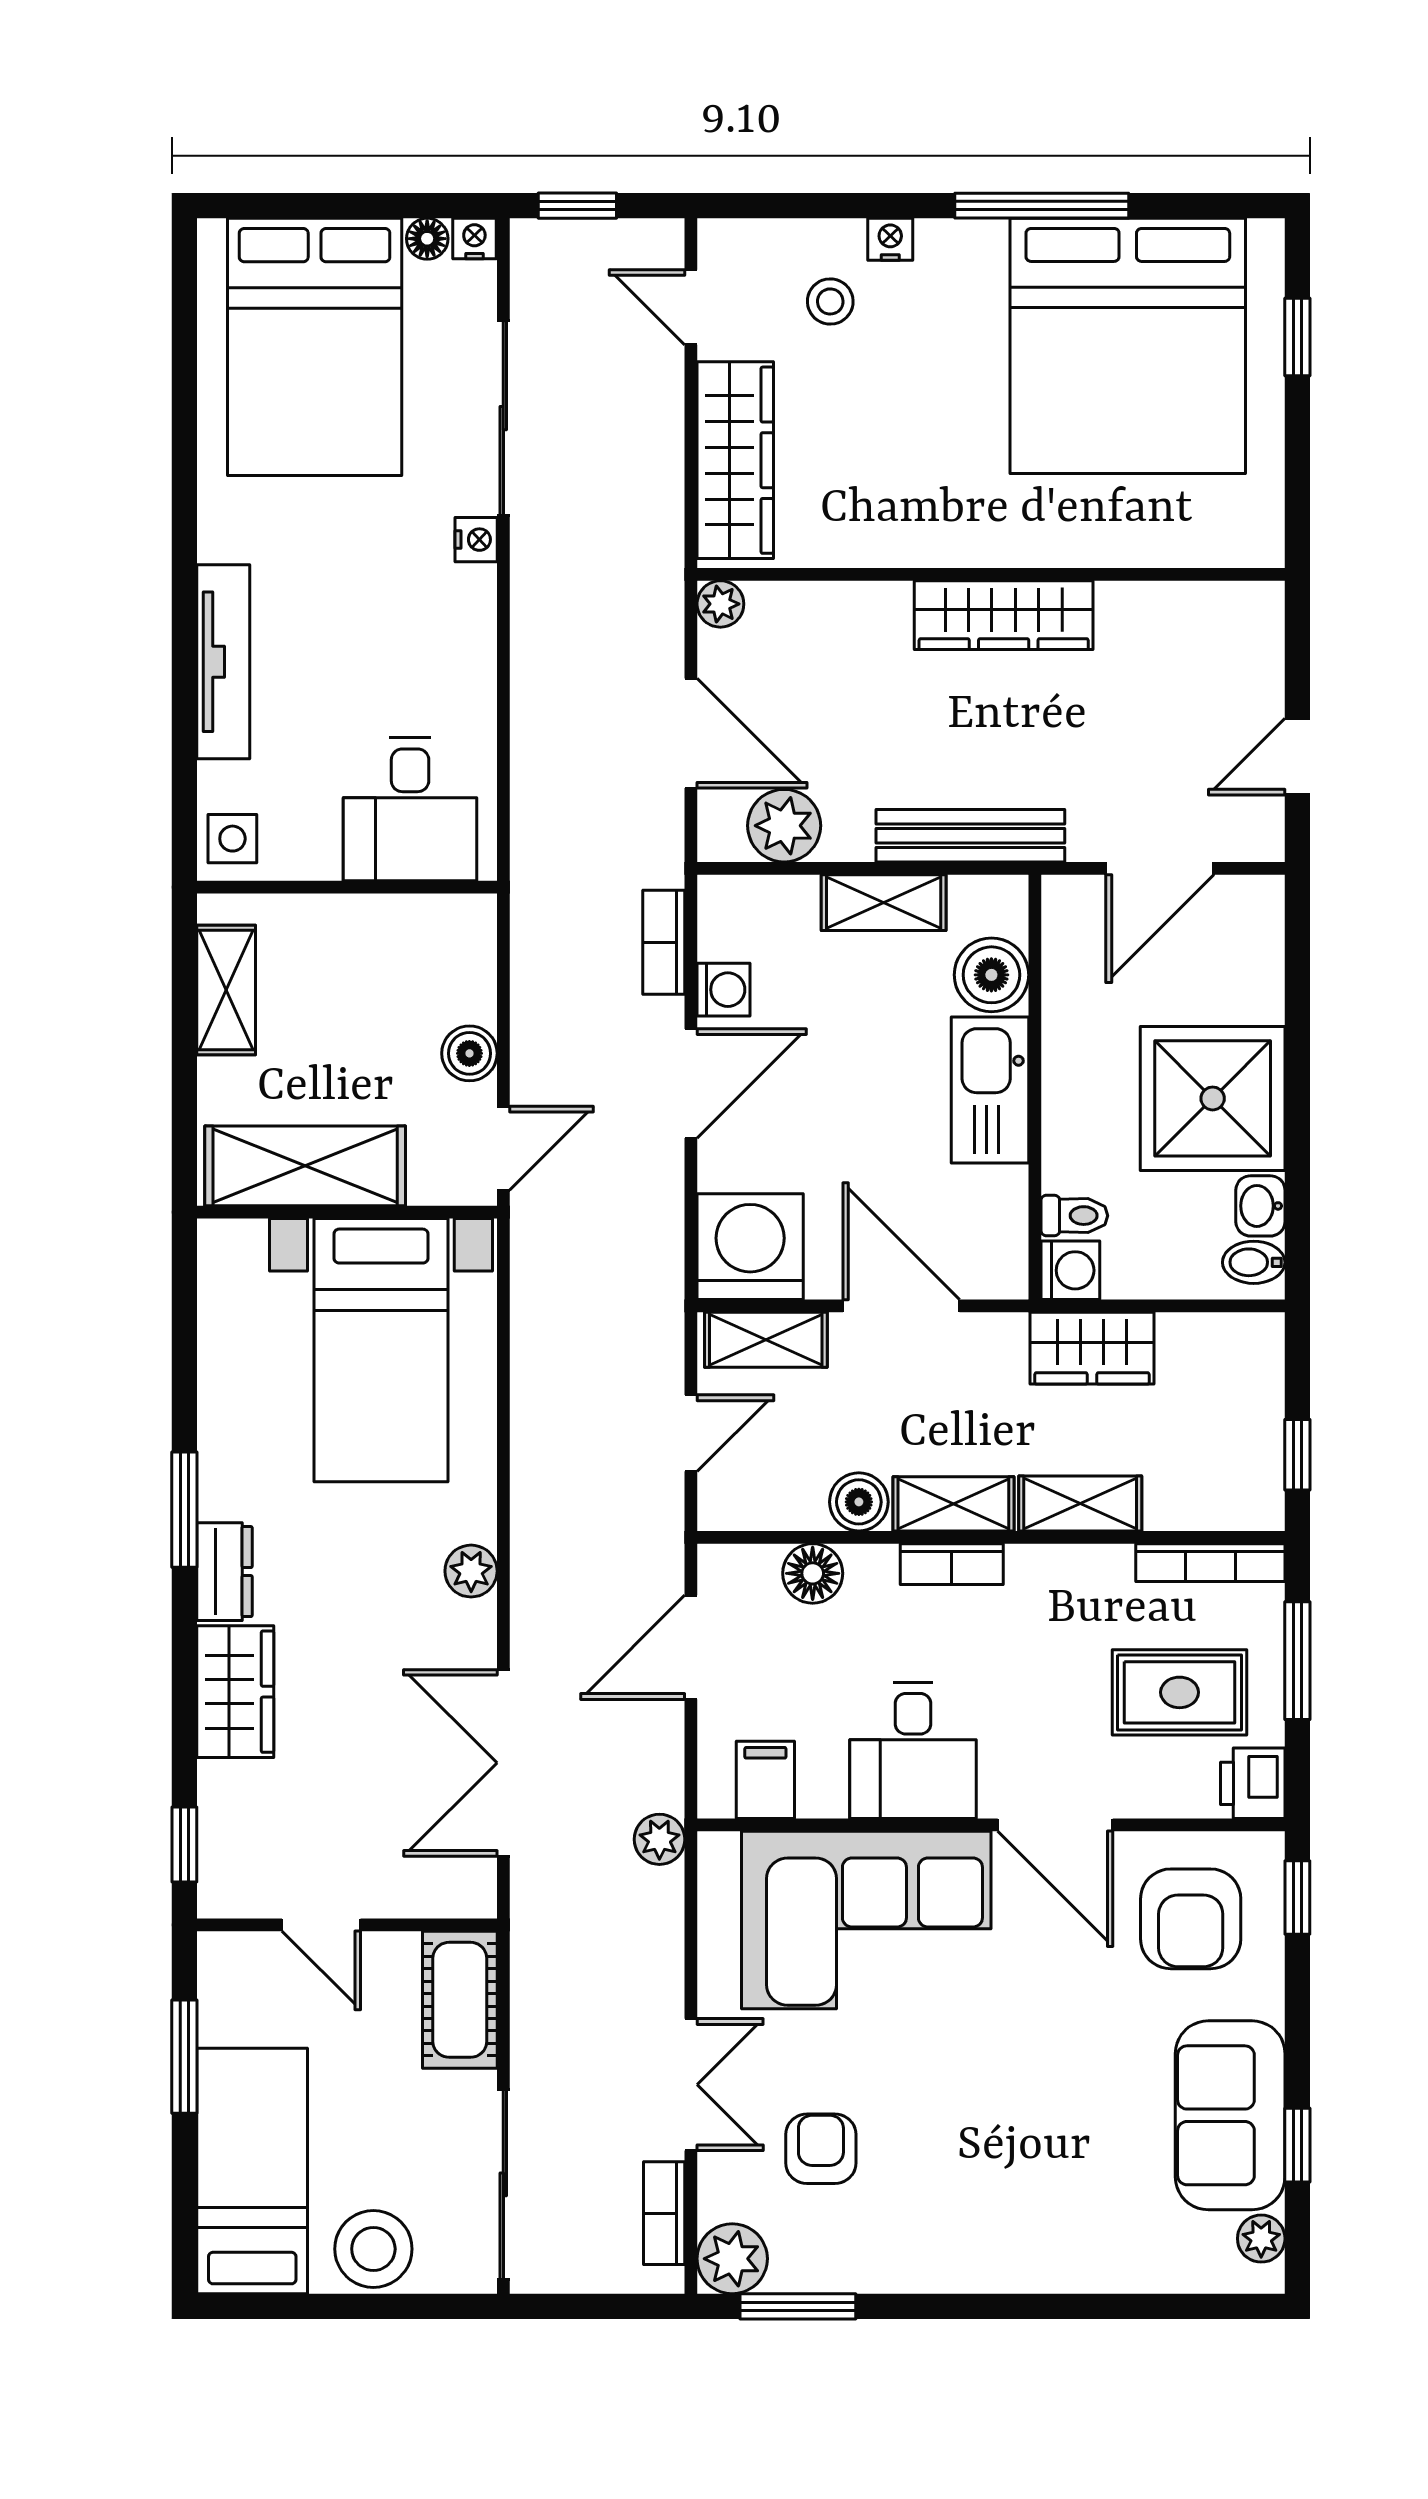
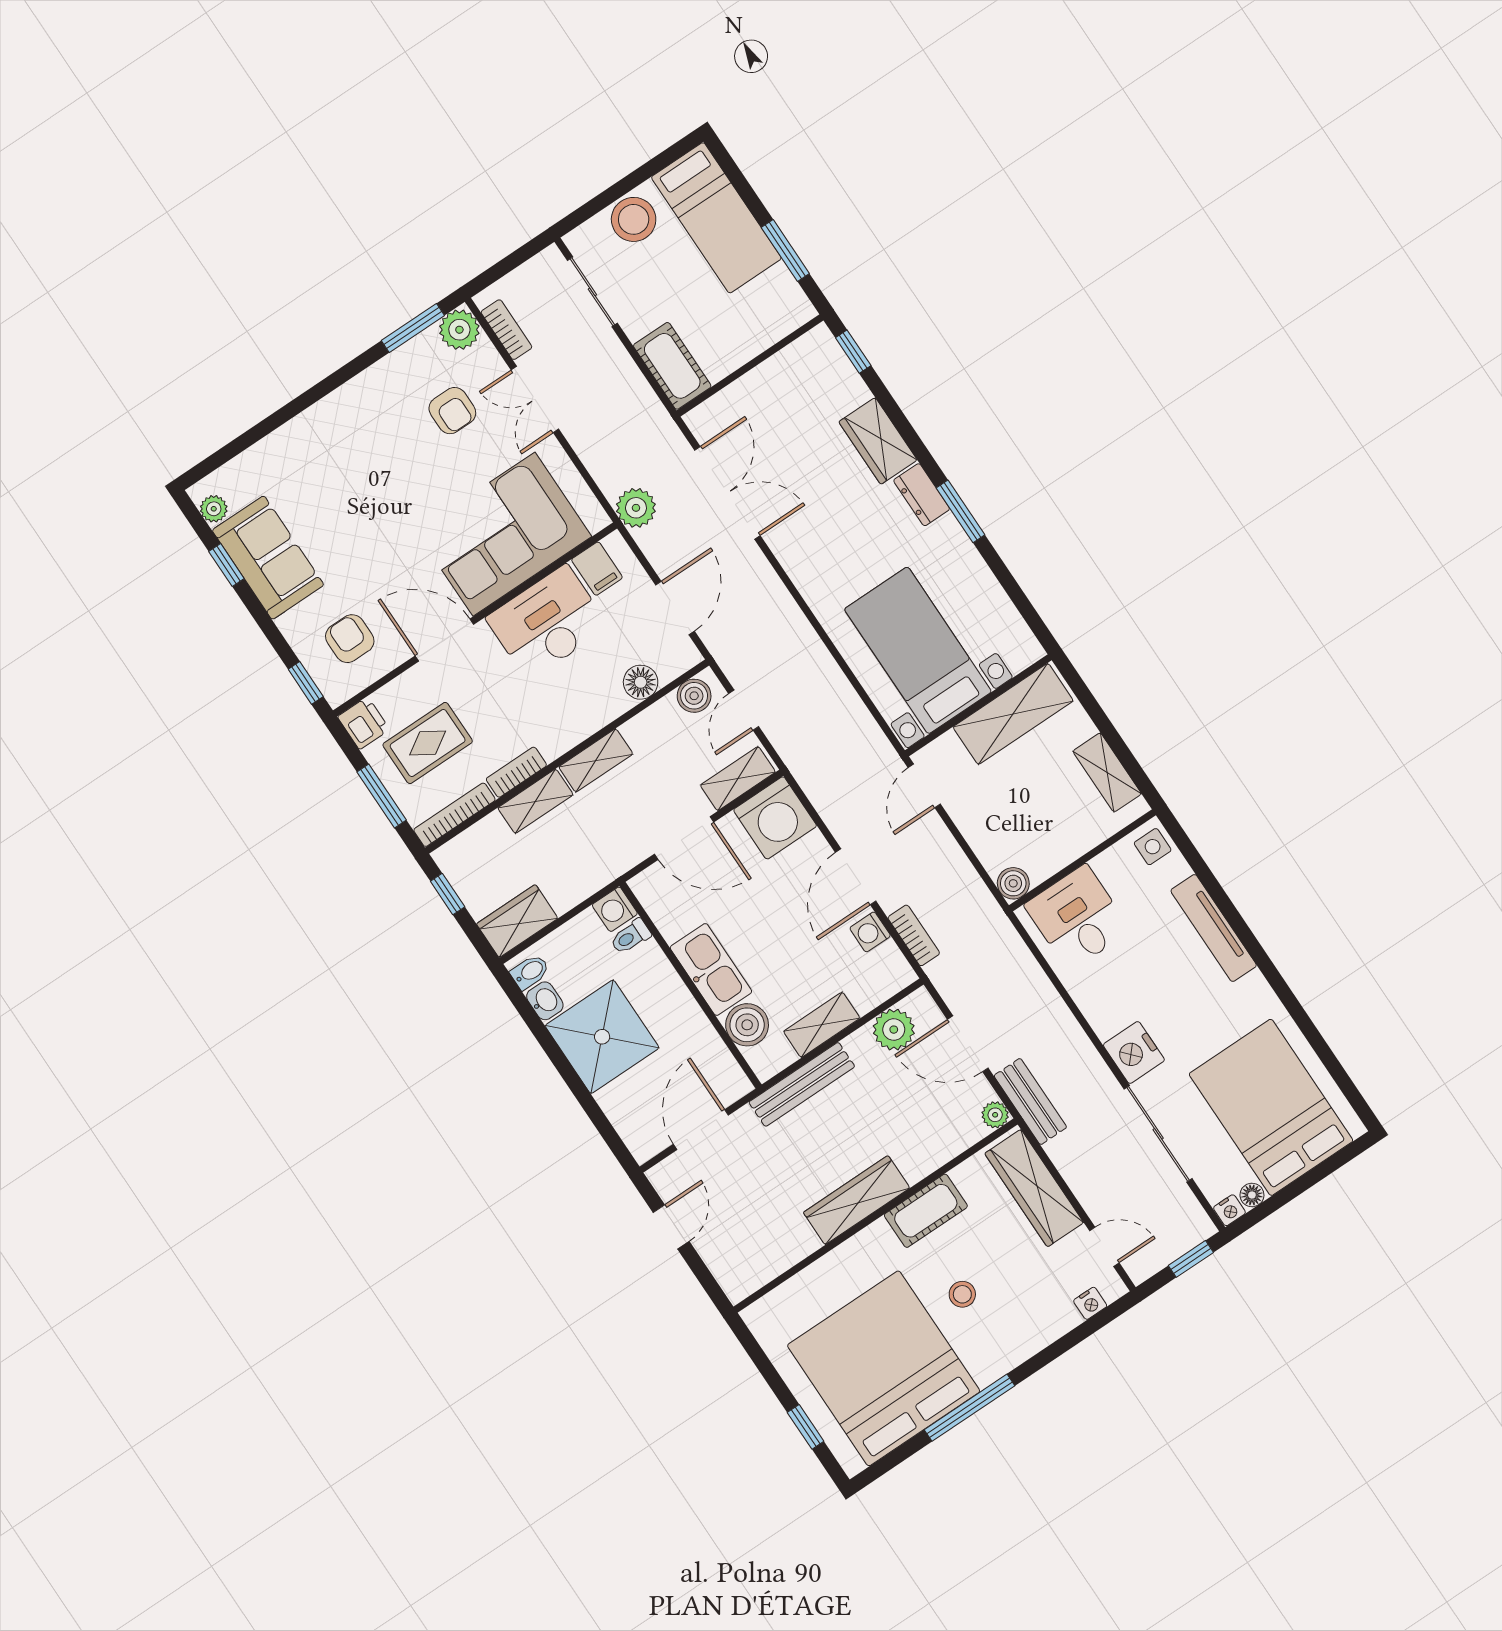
nightstand: (890, 239) -> (1090, 1303), moved
stool: (830, 301) -> (962, 1294), moved
cot: (914, 533) -> (926, 1211), added
nightstand: (476, 540) -> (1134, 1052), width x1.89, depth x1.79
bench: (657, 589) -> (1030, 1101), added
boiler: (469, 1053) -> (1013, 883), moved
wardrobe: (1092, 1348) -> (517, 921), moved
boiler: (859, 1502) -> (694, 696), moved
bookcase: (952, 1564) -> (516, 772), moved
plant: (471, 1571) -> (804, 574), removed
desk: (913, 1751) -> (547, 622), width x1.37
plant: (659, 1839) -> (636, 508), width x1.38, depth x1.38
armchair: (1191, 1919) -> (350, 639), width x0.72, depth x0.72
door: (321, 1925) -> (762, 357), removed
sliding door: (503, 2184) -> (592, 292), width x0.73

